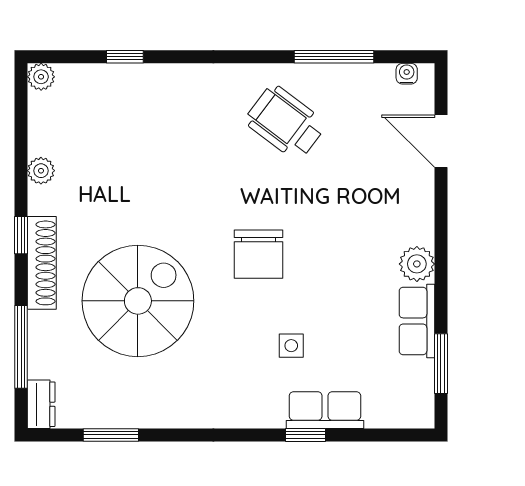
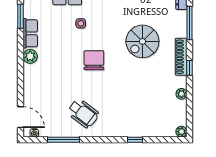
window: (125, 57) -> (135, 140), moved
door: (441, 141) -> (20, 117), moved
spiral stairs: (138, 301) -> (142, 41), width x0.73, depth x0.73

